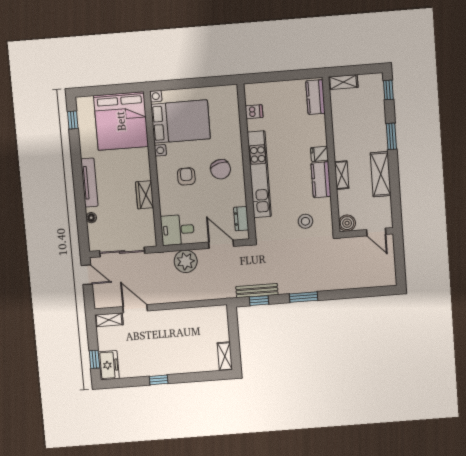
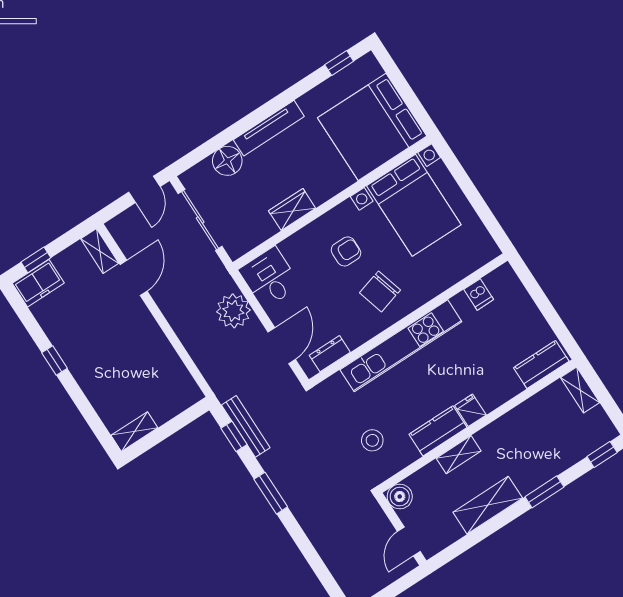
floor lamp: (91, 218) -> (227, 161), width x1.89, depth x1.89

